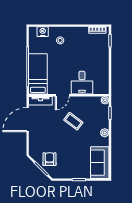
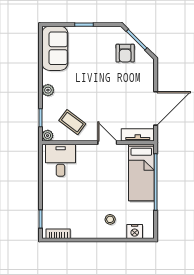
desk: (82, 83) -> (61, 160), moved
door: (62, 95) -> (107, 143), hinge flipped
coffee table: (73, 121) -> (72, 122), moved

